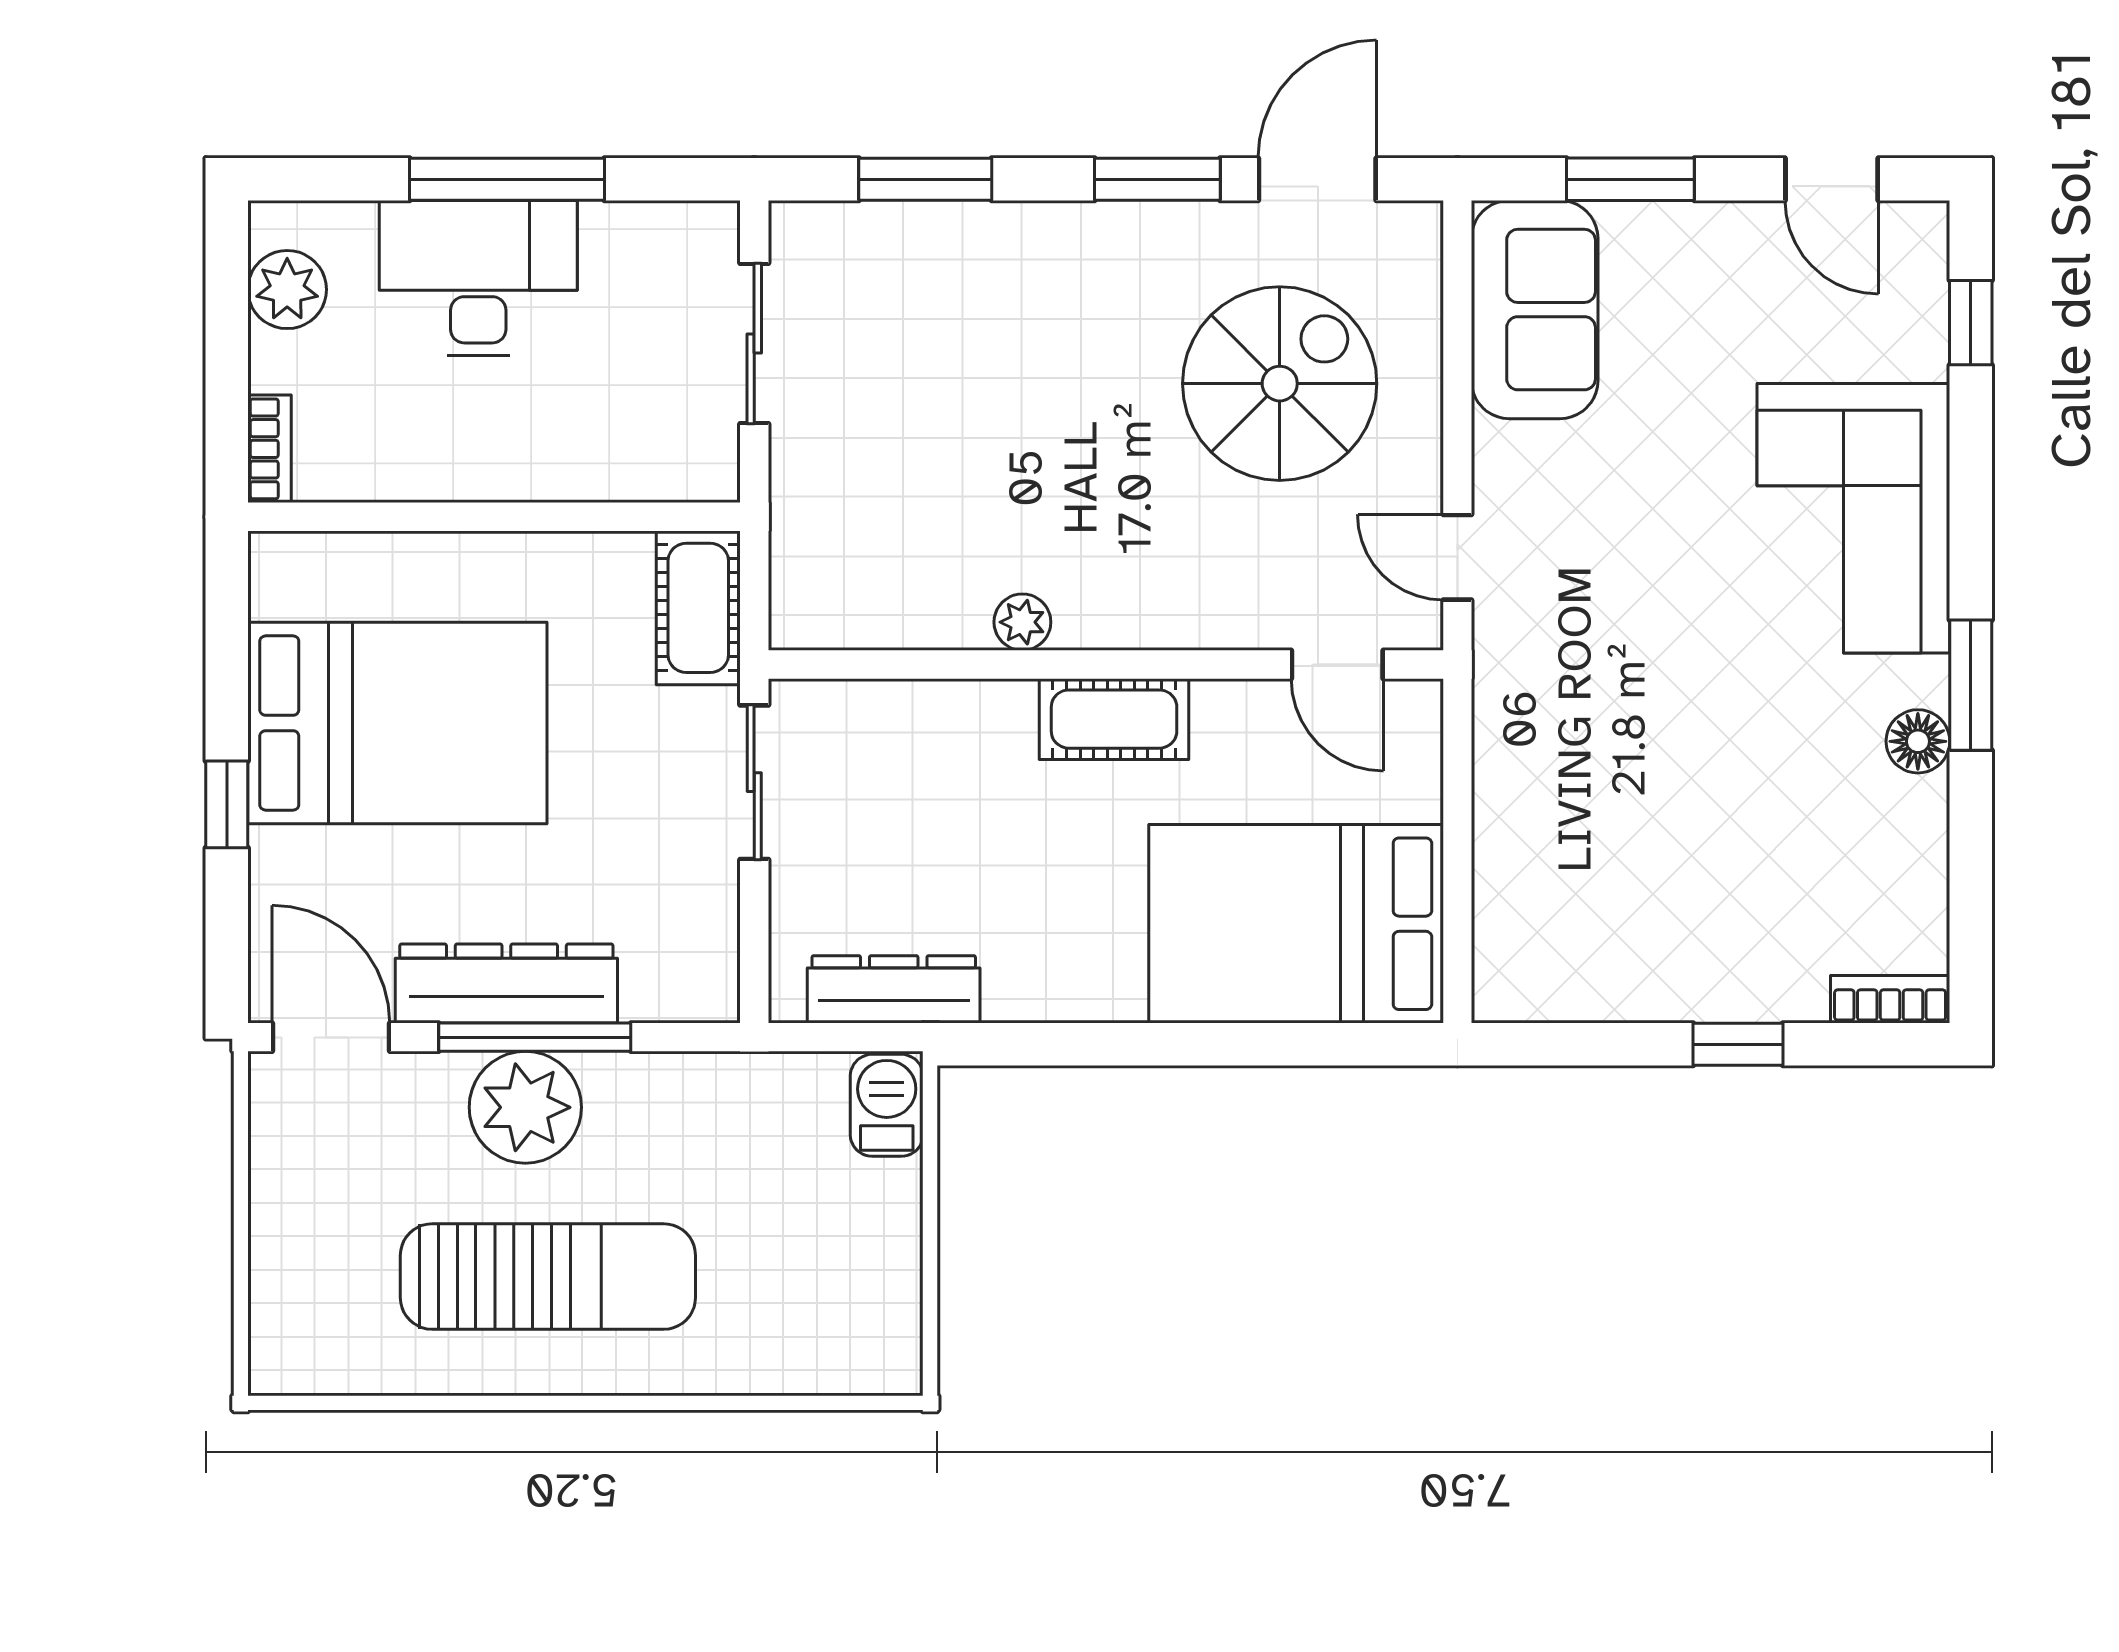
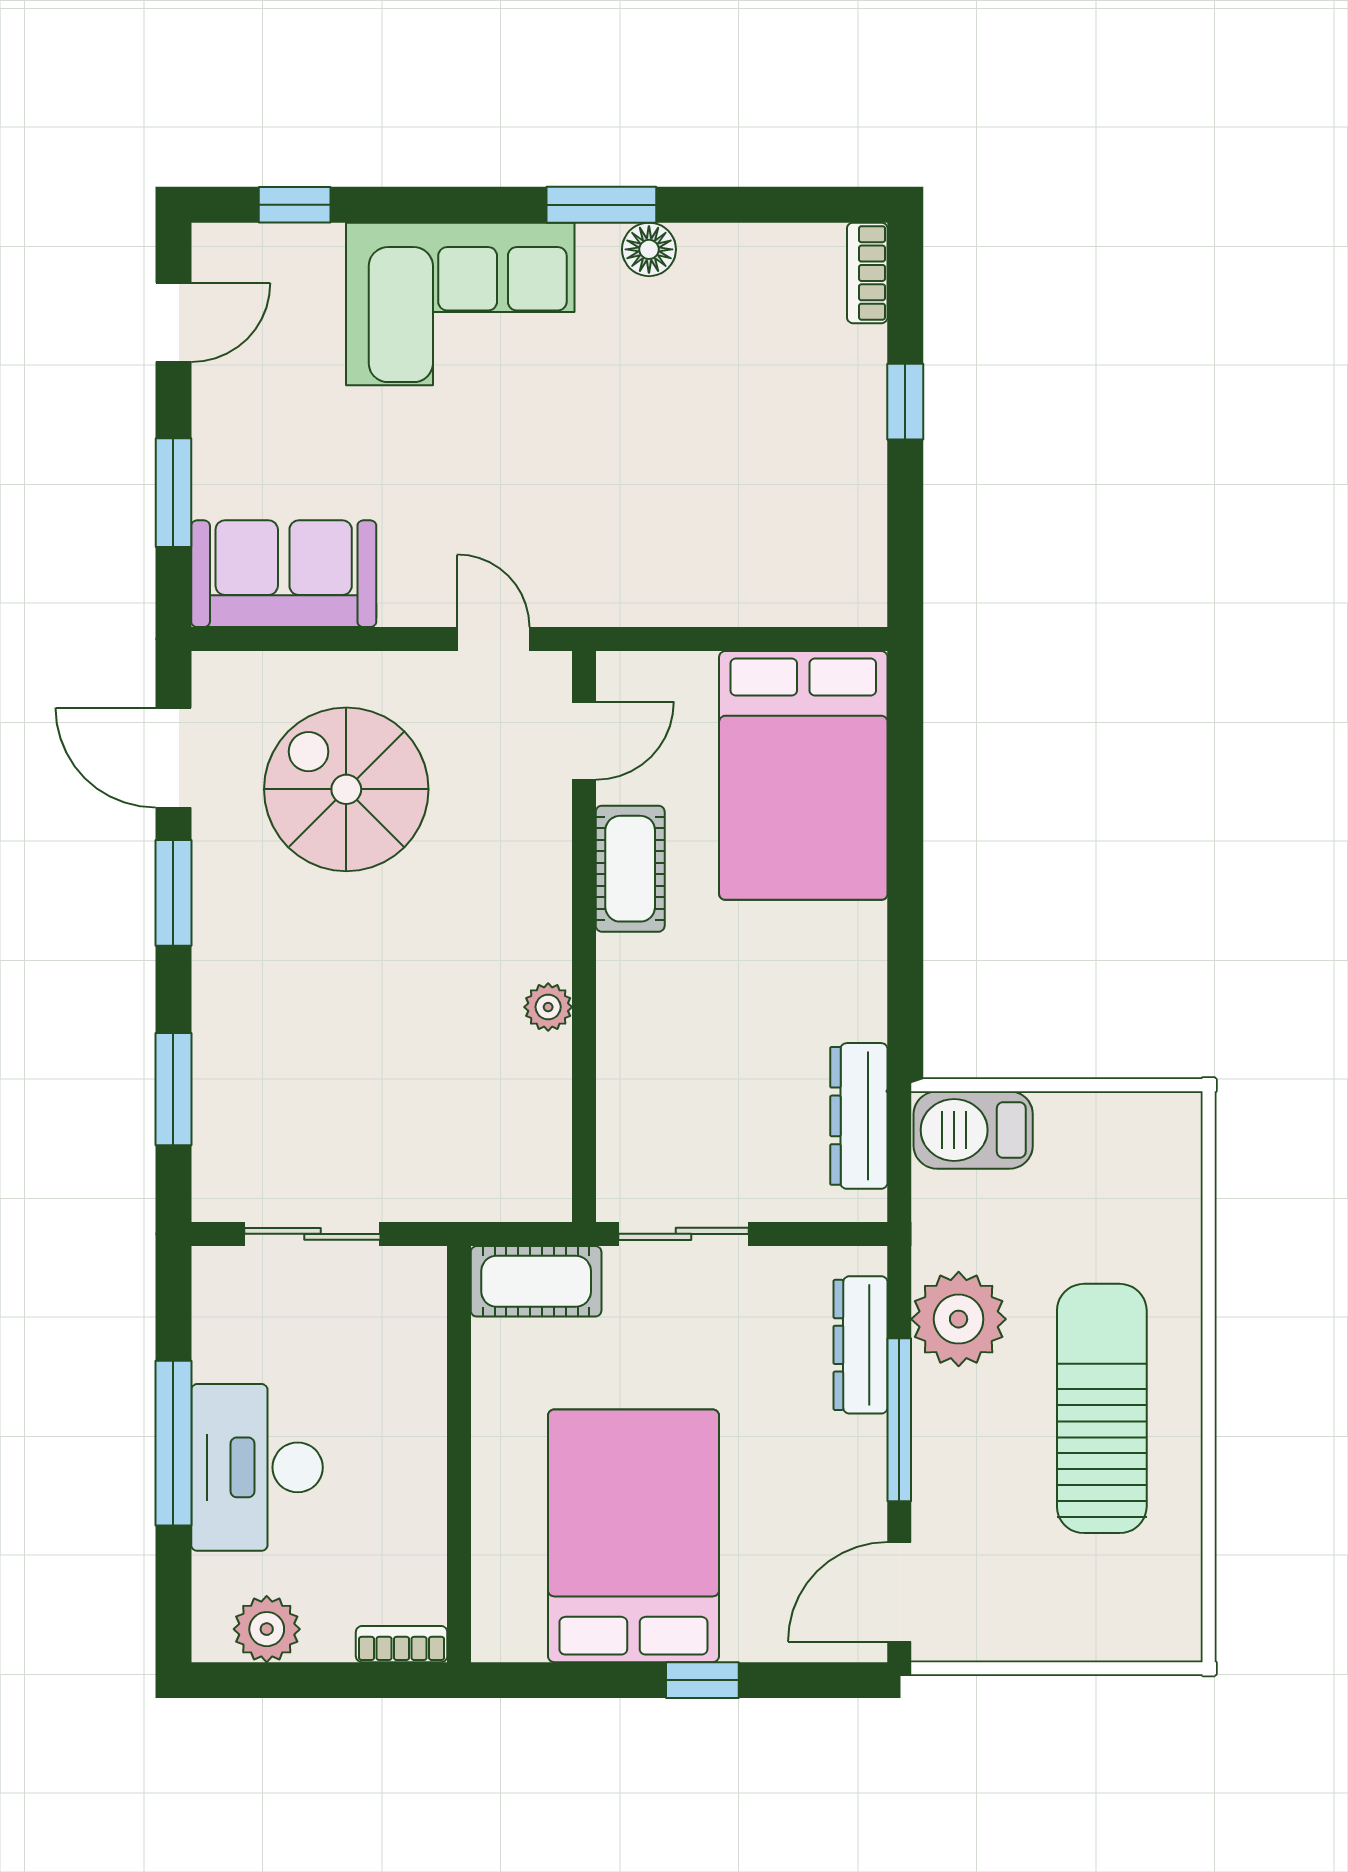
door: (1457, 557) -> (493, 639), swing flipped
cot: (1114, 719) -> (630, 869), moved
dresser: (506, 983) -> (860, 1345), moved, width x0.73, depth x0.80
barbecue: (887, 1105) -> (973, 1130), width x1.38, depth x1.27
plant: (525, 1107) -> (959, 1319), moved

